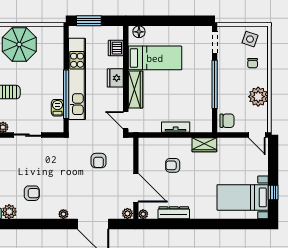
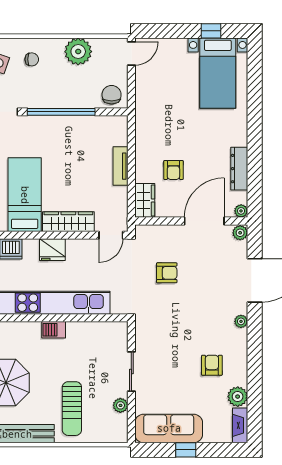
window: (66, 94) -> (75, 318), removed
barbecue: (57, 108) -> (54, 330), moved
wardrobe: (204, 145) -> (145, 200), moved

